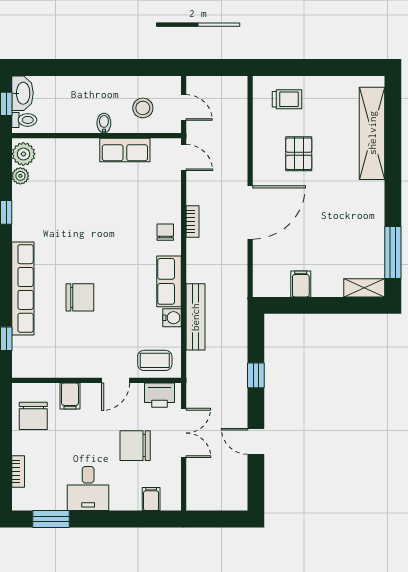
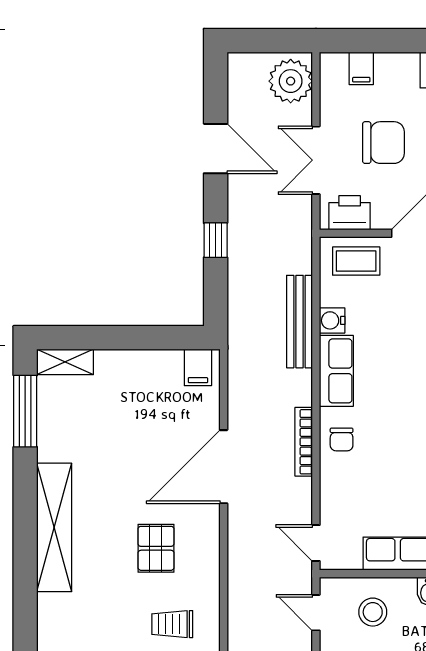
shelving: (372, 133) -> (54, 527), moved
bookcase: (192, 222) -> (304, 442), width x1.56
filing cabinet: (301, 284) -> (198, 367), moved
door: (256, 441) -> (216, 149), width x1.38
plant: (202, 490) -> (291, 81), added

